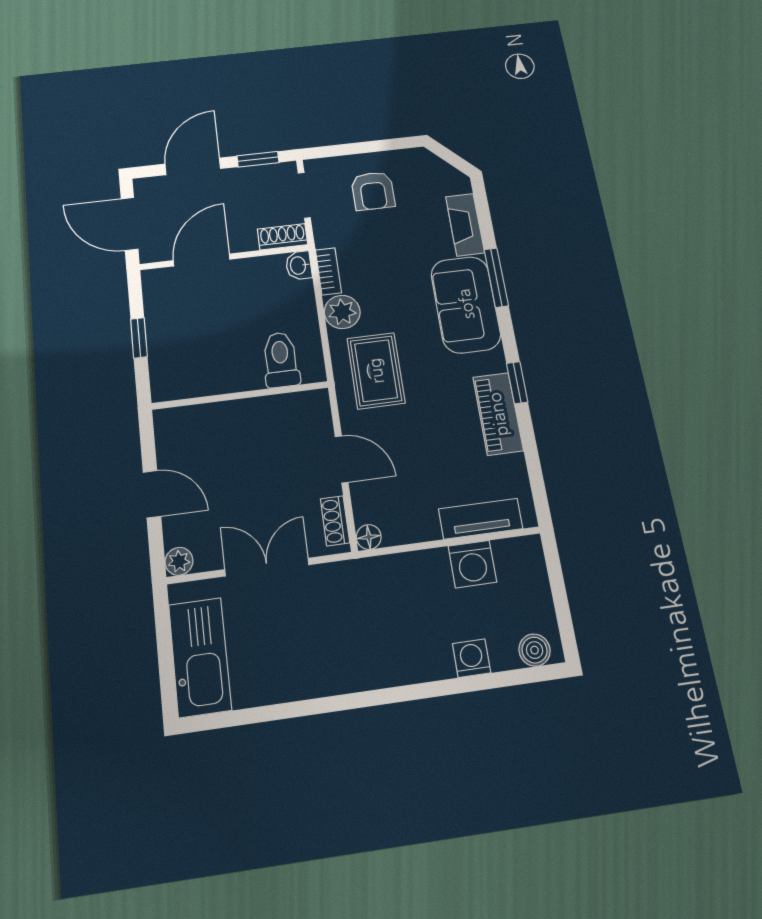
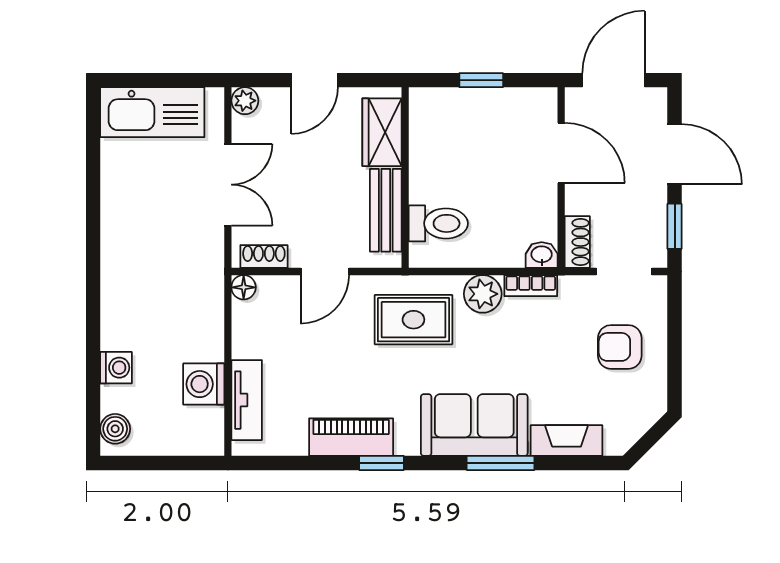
bench: (274, 409) -> (386, 210), added
wardrobe: (198, 423) -> (382, 132), added

